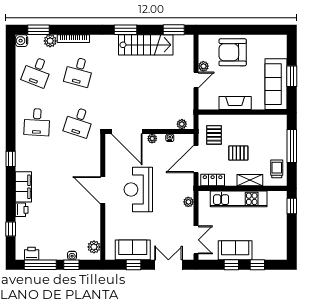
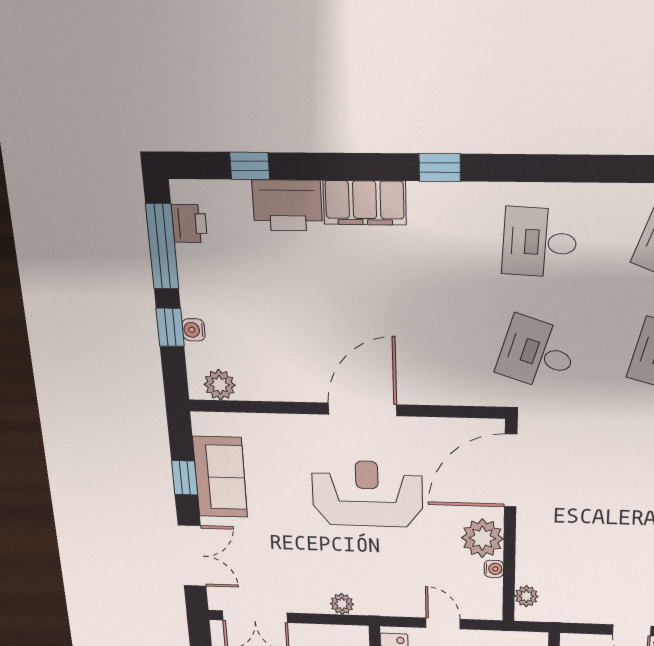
plant: (152, 139) -> (482, 538), width x1.88, depth x1.88
door: (196, 159) -> (443, 623), width x0.53
printer: (22, 210) -> (287, 206), width x1.87, depth x1.48

